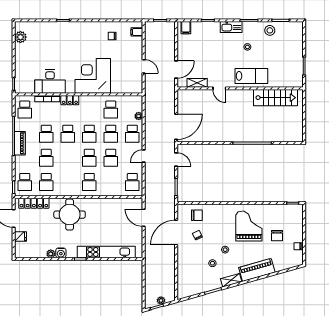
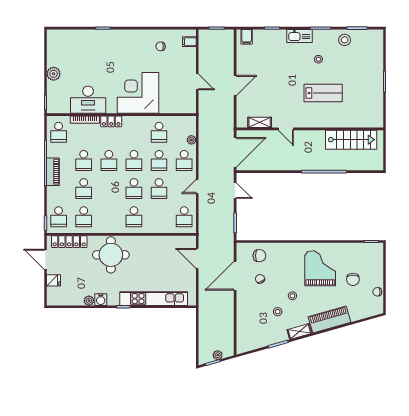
plant: (20, 37) -> (54, 74), moved
shelving: (197, 83) -> (260, 122), moved
door: (219, 88) -> (286, 129), moved
wall: (240, 88) -> (310, 129), moved
stairs: (275, 98) -> (351, 140), moved

